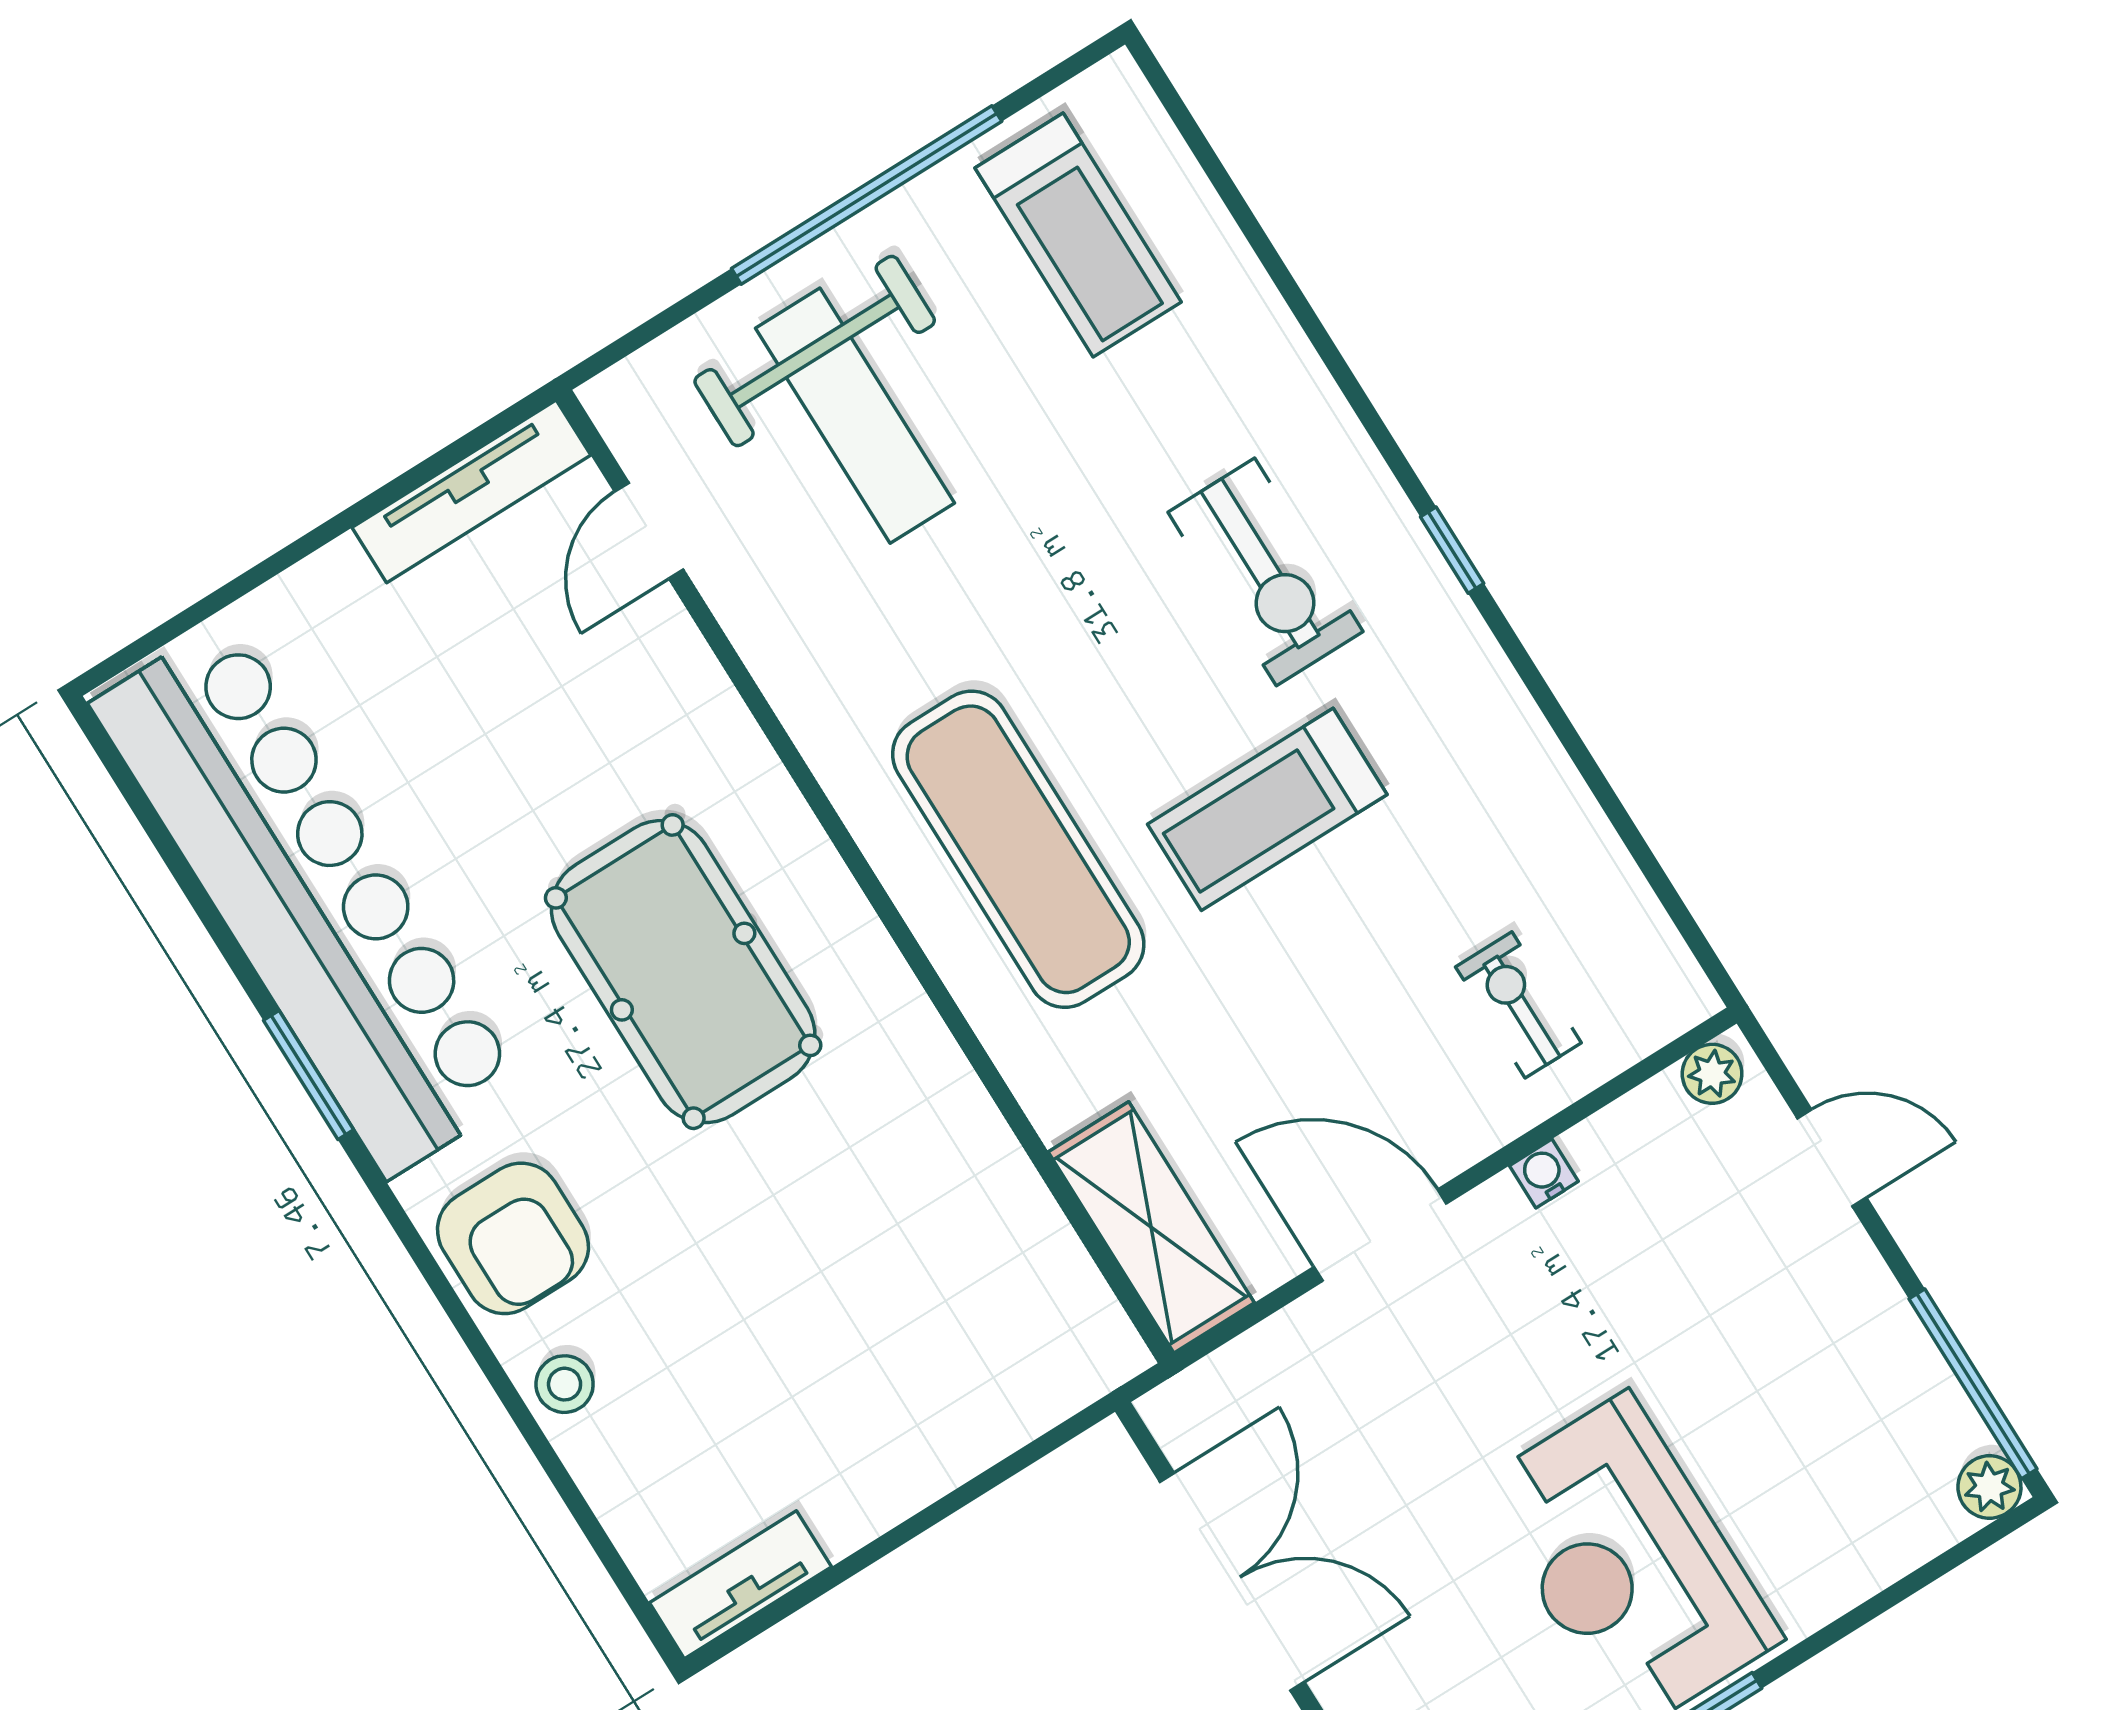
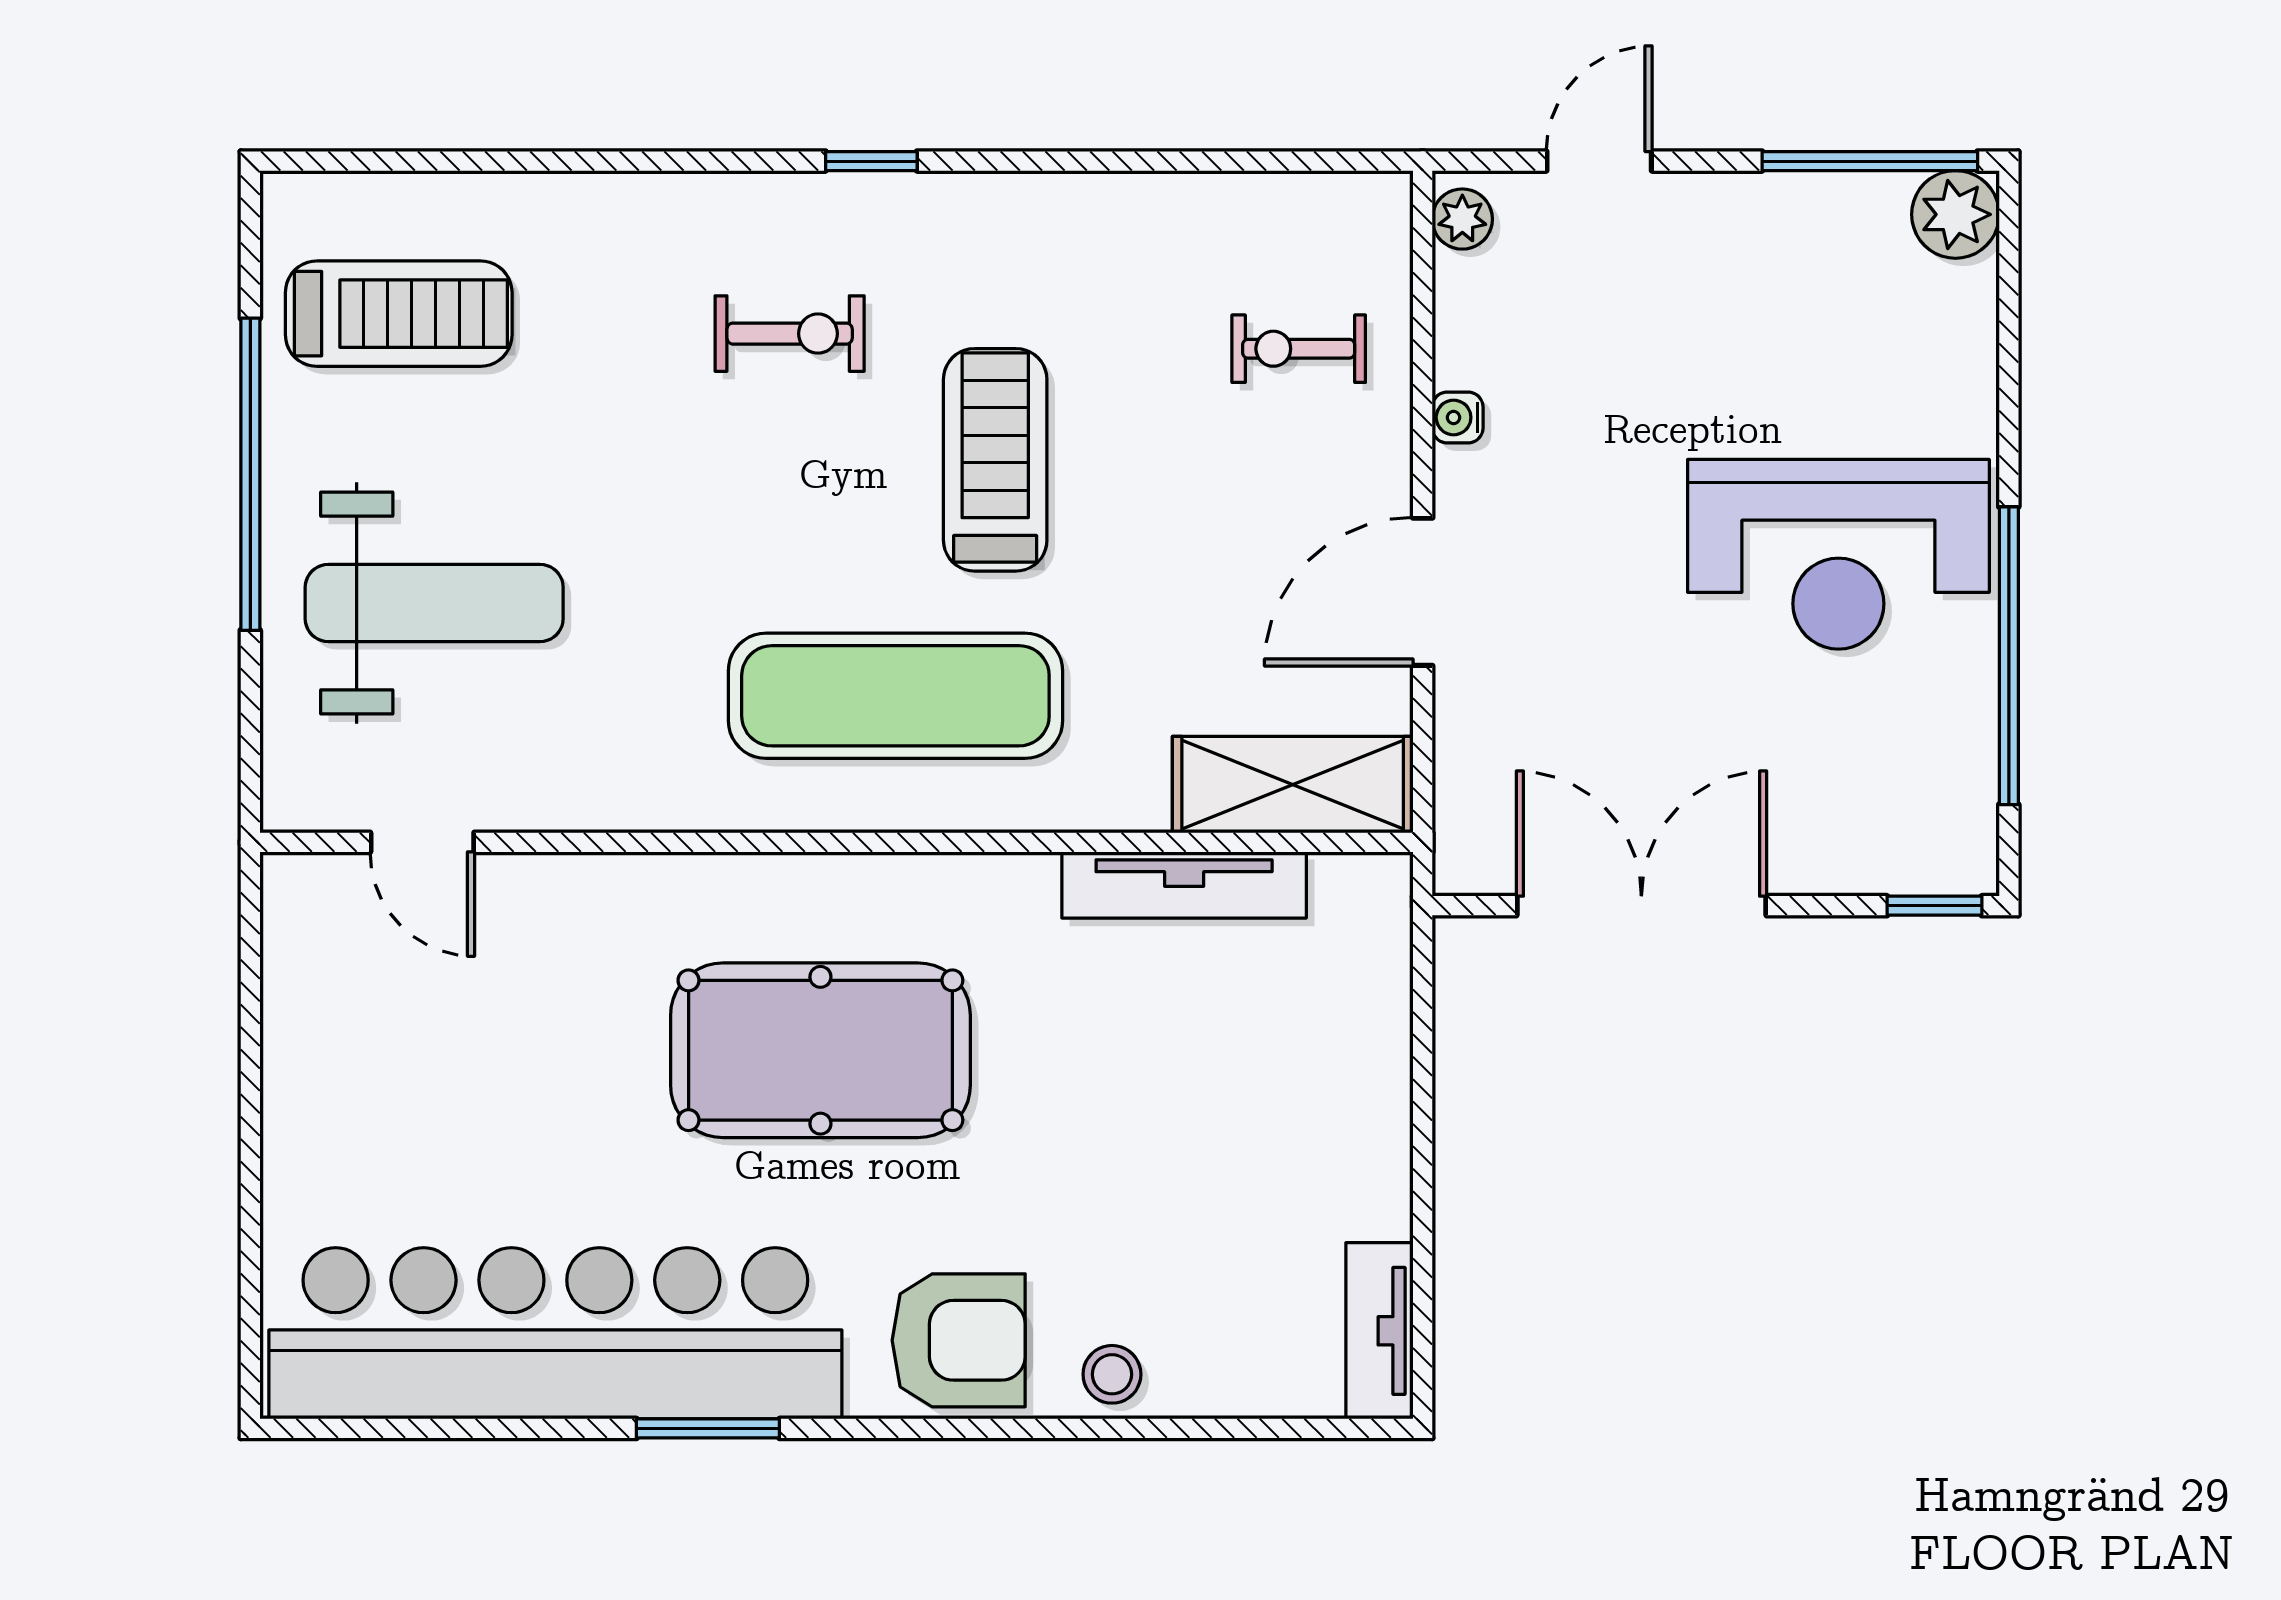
tv unit: (471, 491) -> (1184, 885), moved, turned 90
exercise bike: (1265, 572) -> (790, 334), width x0.73, depth x0.72
treadmill: (1267, 809) -> (995, 460), turned 180
plant: (1989, 1487) -> (1955, 214), width x1.38, depth x1.38

